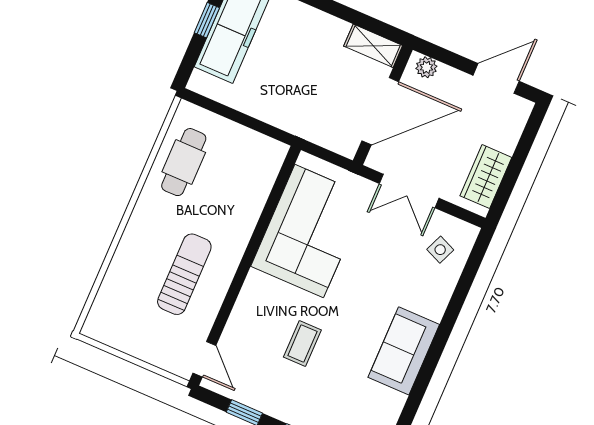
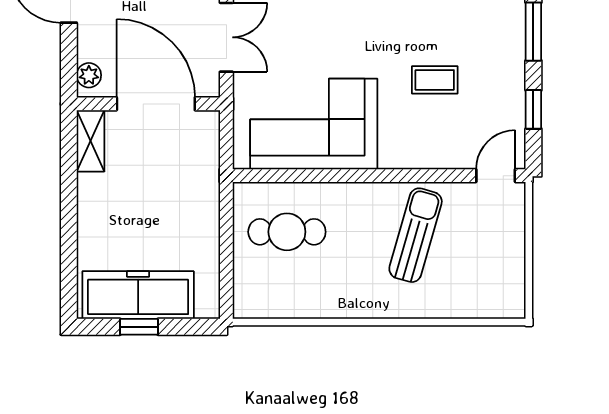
cafe table: (184, 162) -> (287, 232), moved
sun lounger: (184, 274) -> (416, 235), turned 106

